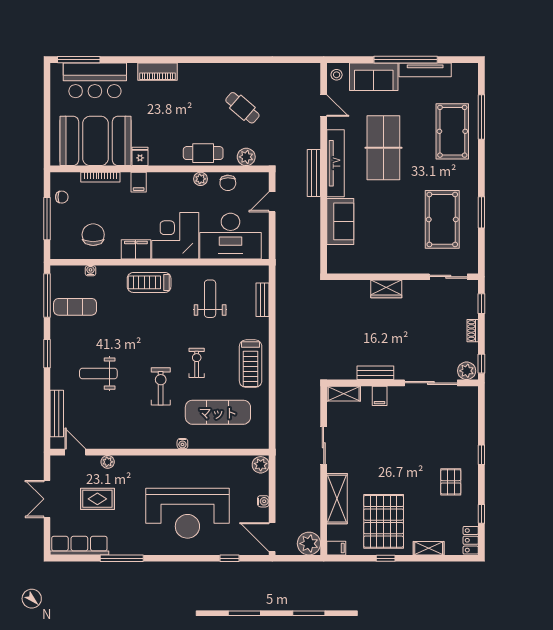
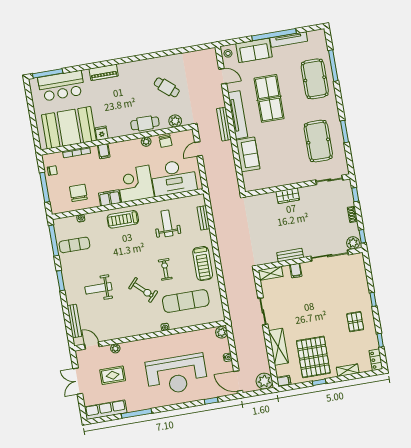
exercise bike: (161, 386) -> (143, 290), turned 133

